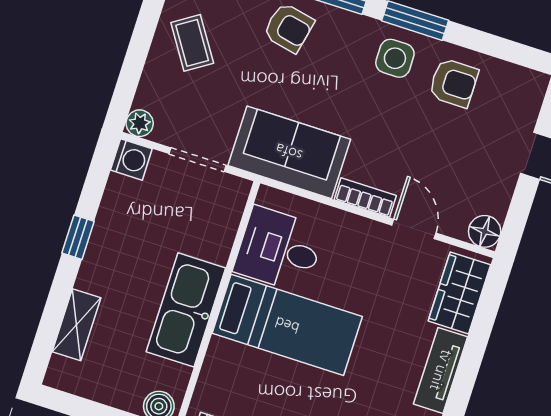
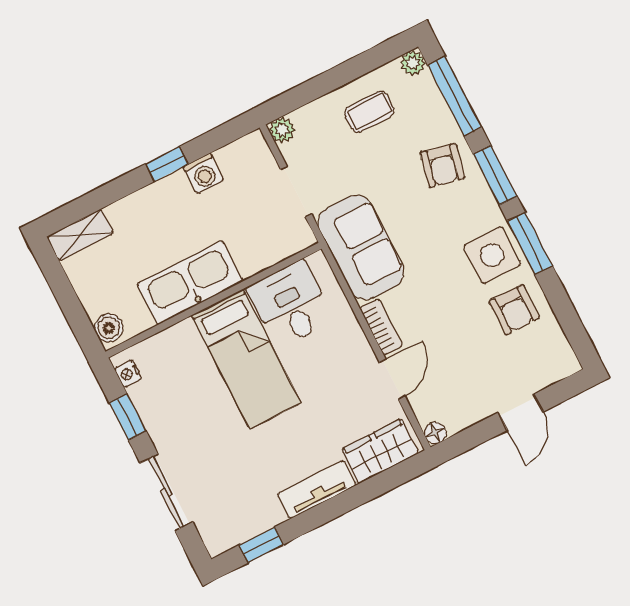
coffee table: (192, 43) -> (369, 112), turned 33
side table: (395, 58) -> (492, 255), width x1.37, depth x1.37
washing machine: (131, 159) -> (203, 174), moved
floor lamp: (485, 231) -> (435, 433), width x0.73, depth x0.73
shelving: (77, 325) -> (80, 235), moved

